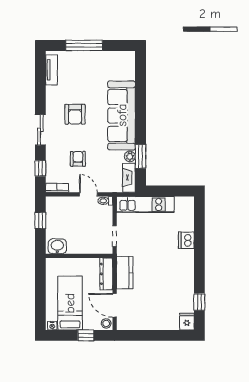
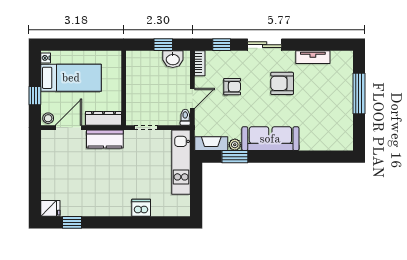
tv unit: (51, 70) -> (313, 57), moved
sofa: (122, 115) -> (270, 139), width x0.74, depth x0.79
washbasin: (57, 246) -> (173, 59), moved, turned 90

